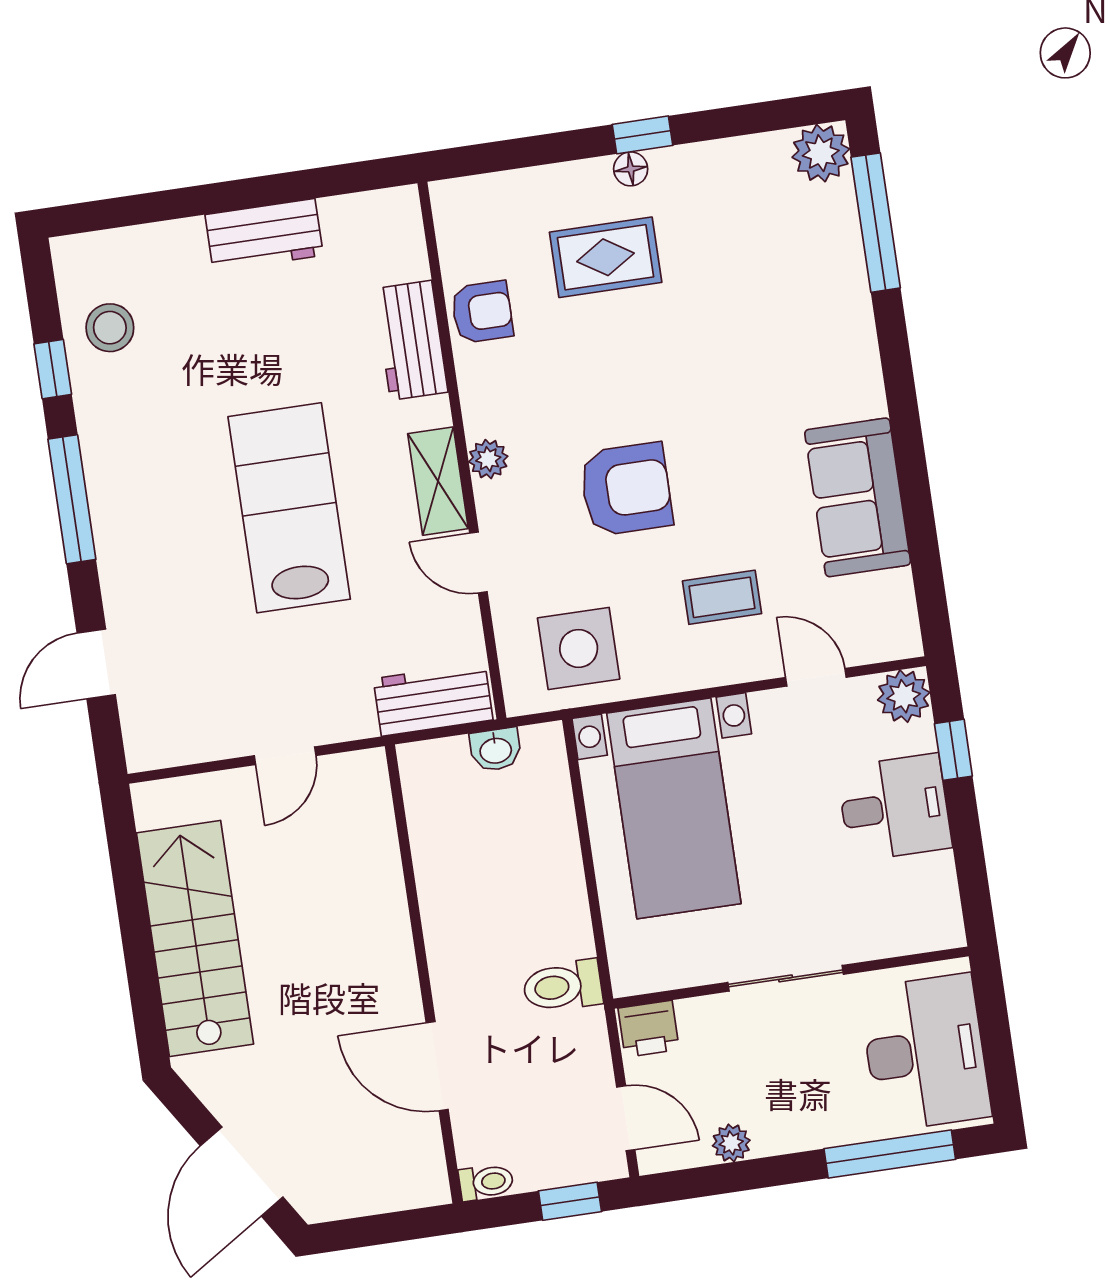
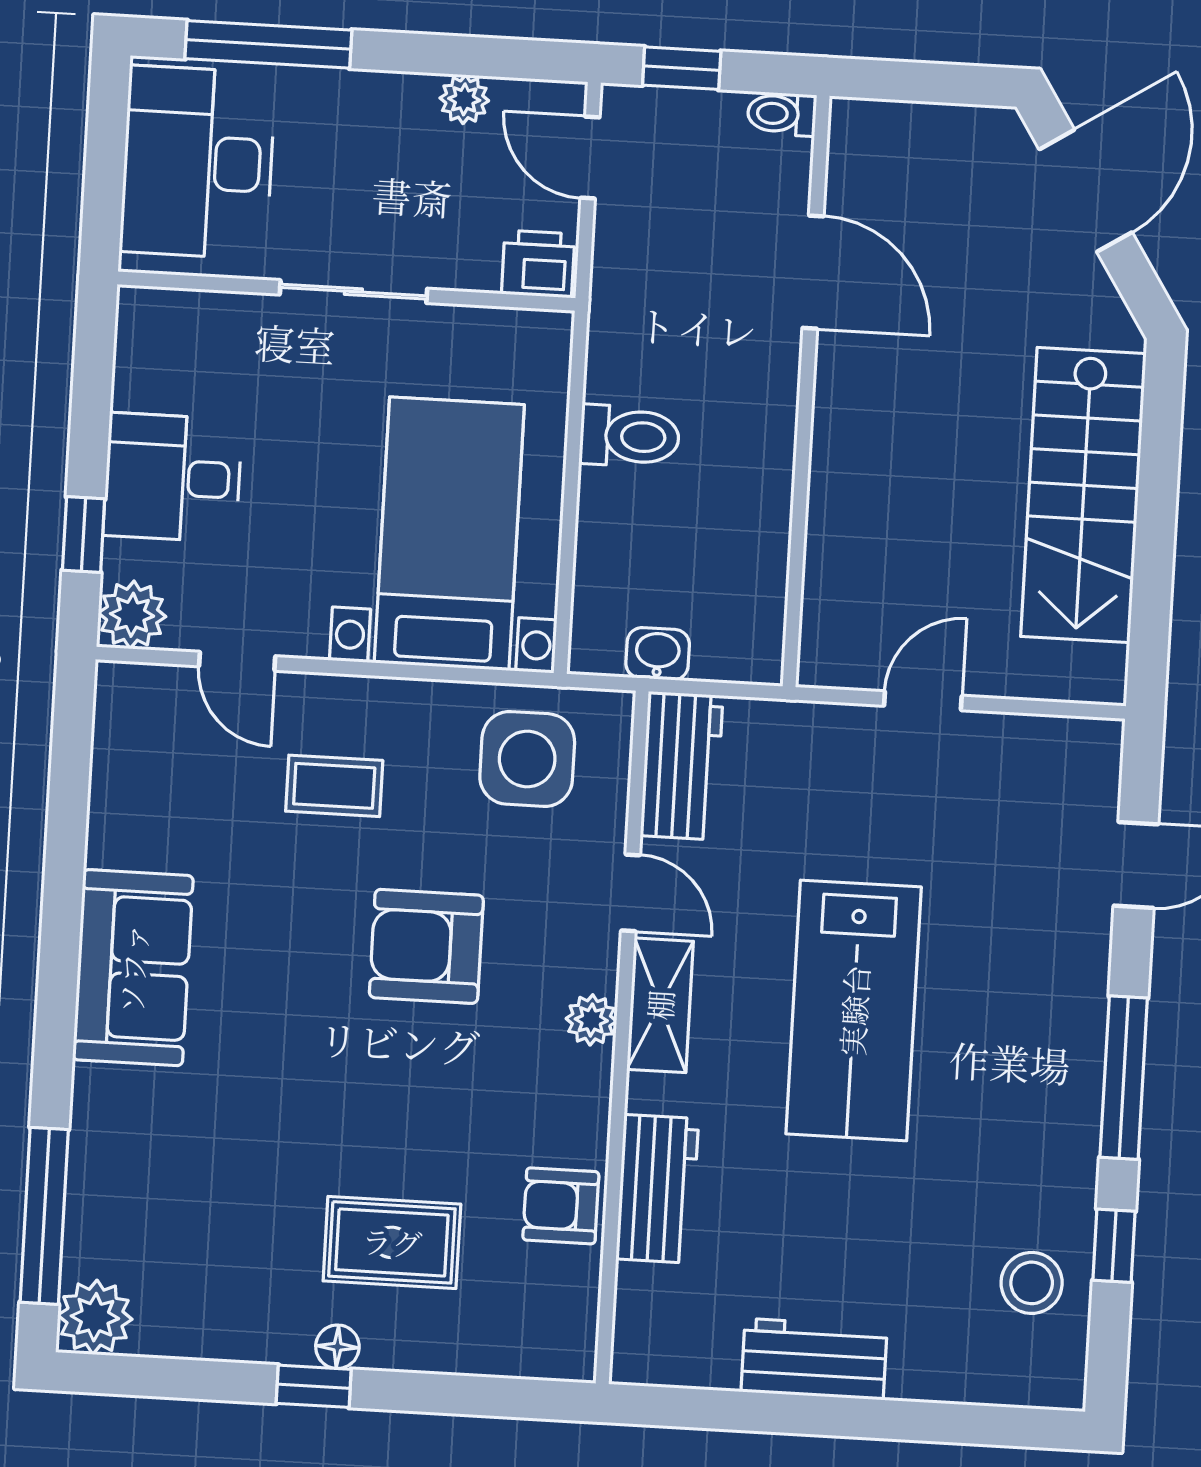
sofa: (858, 497) -> (133, 968), moved
workbench: (433, 699) -> (682, 766), moved, turned -90
toilet: (563, 986) -> (629, 436), moved

